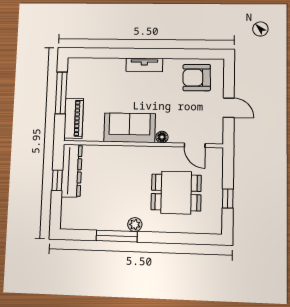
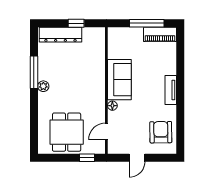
piano: (74, 118) -> (160, 34), moved
dresser: (72, 171) -> (60, 35), moved
dining table: (176, 192) -> (67, 132), moved
window: (228, 199) -> (87, 158), moved

